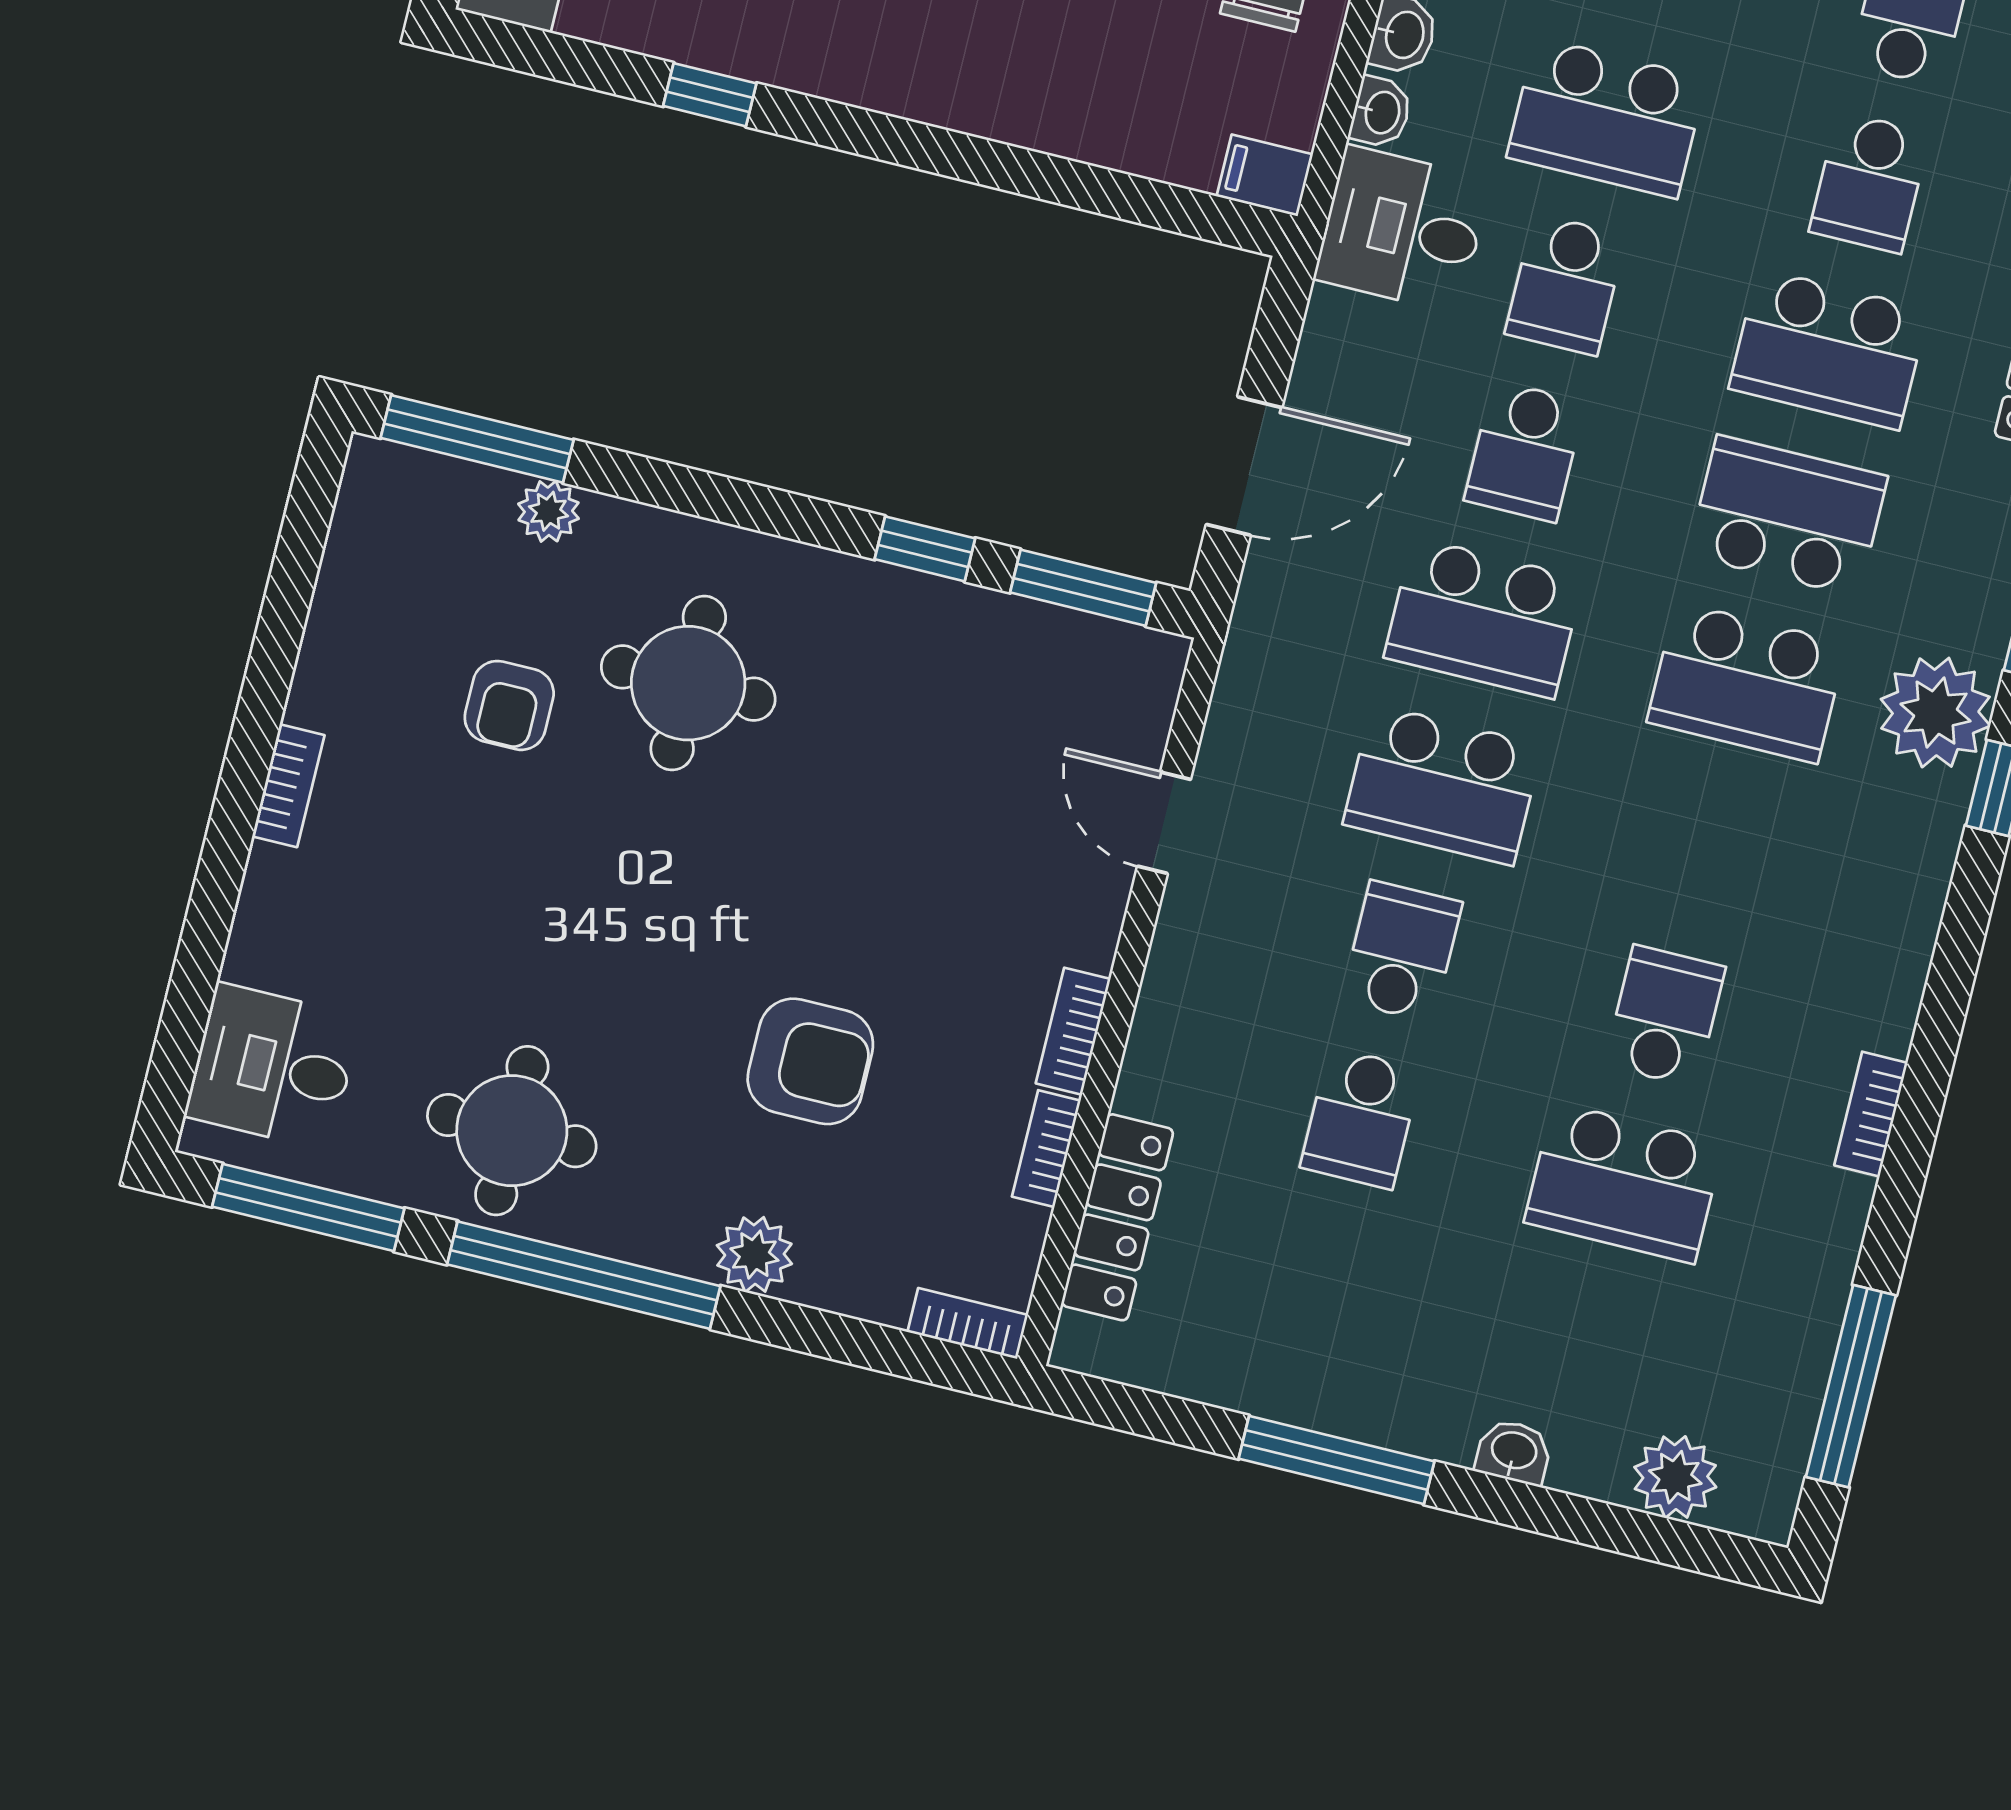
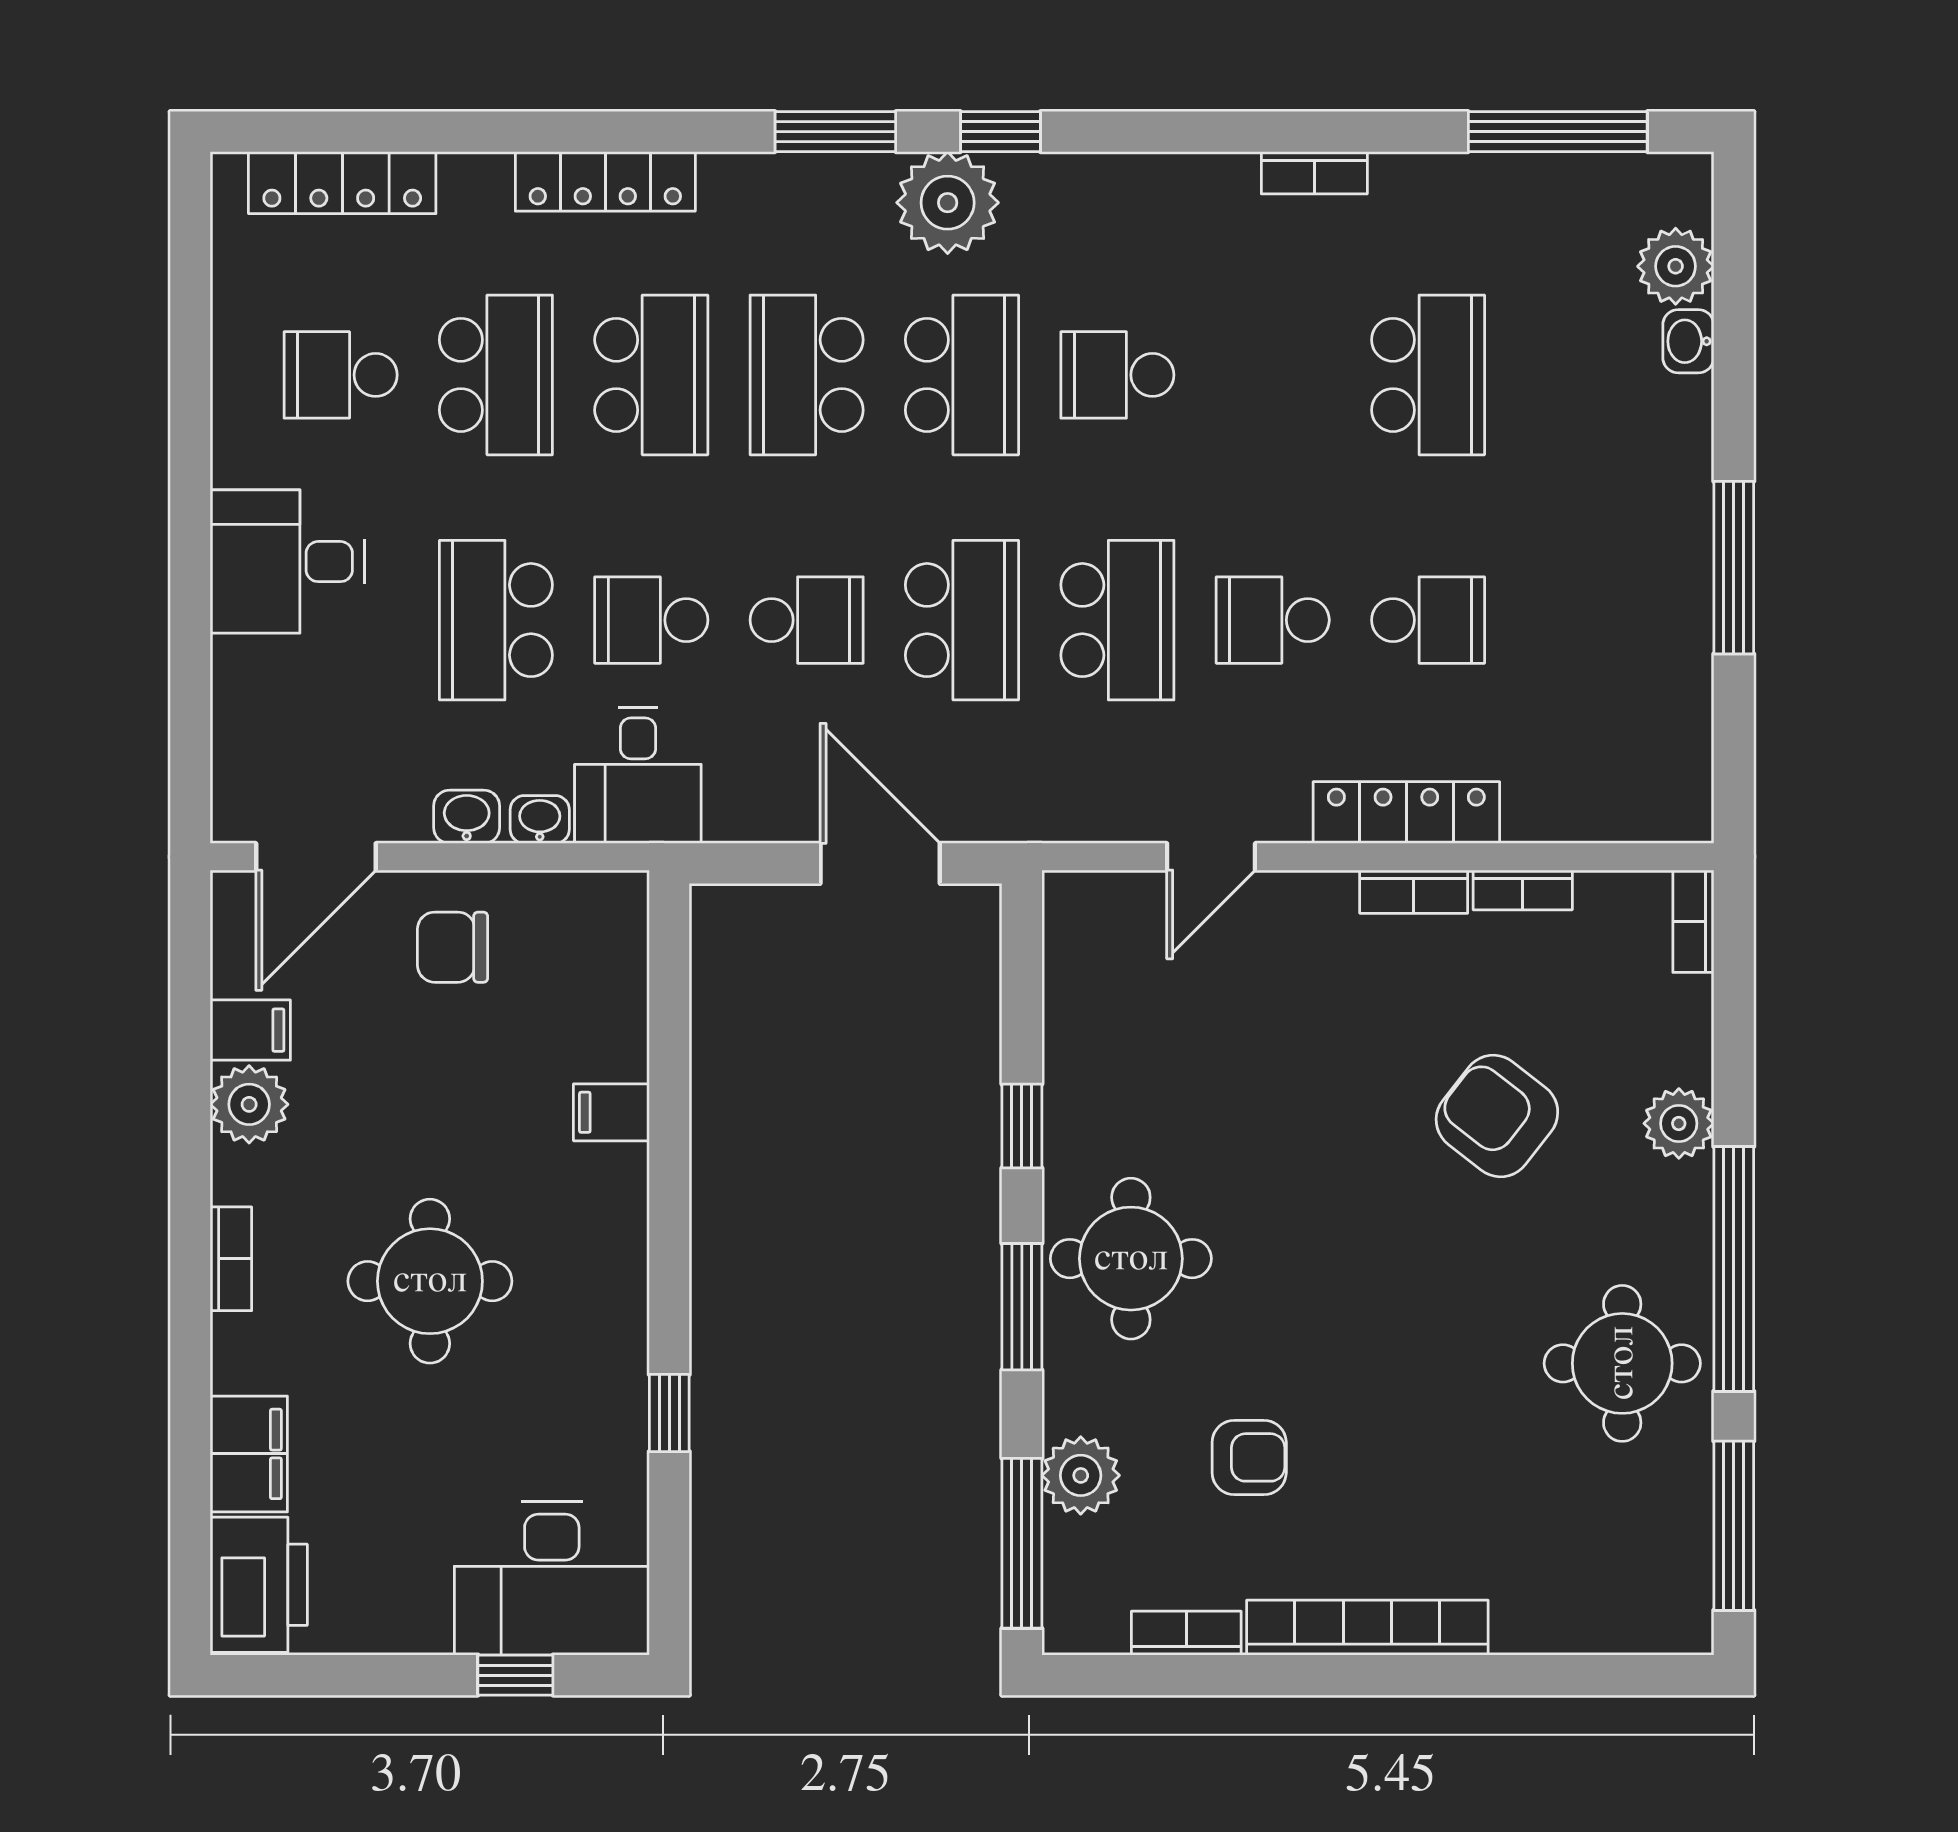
school desk: (1607, 118) -> (496, 620), turned 180
filing cabinet: (1265, 175) -> (611, 1112), moved, turned 90
school desk: (1870, 182) -> (496, 375), width x1.85
school desk: (1566, 284) -> (651, 620), turned 180
plant: (548, 511) -> (1081, 1475), width x1.38, depth x1.38
window: (1083, 588) -> (1022, 1307), moved
bookcase: (337, 592) -> (1186, 1633), added
round table: (688, 683) -> (1131, 1259), moved
bookcase: (288, 786) -> (1367, 1628), width x2.31, depth x1.31
school desk: (1665, 1016) -> (1117, 375), moved
armchair: (810, 1061) -> (1497, 1116), turned -52
desk: (273, 1067) -> (1618, 1587), removed
locker: (1117, 1217) -> (1406, 813), moved
washbasin: (1514, 1452) -> (1688, 341), moved

